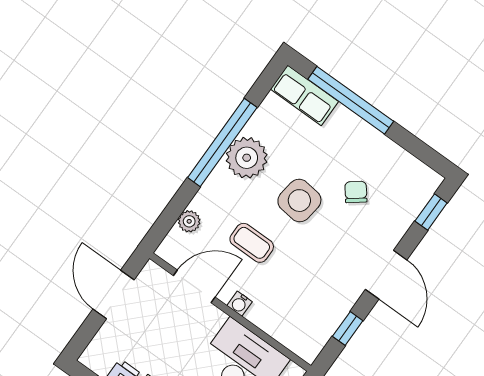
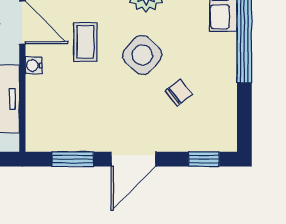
side table: (299, 201) -> (142, 55), turned 35
window: (348, 328) -> (73, 159), width x1.50

